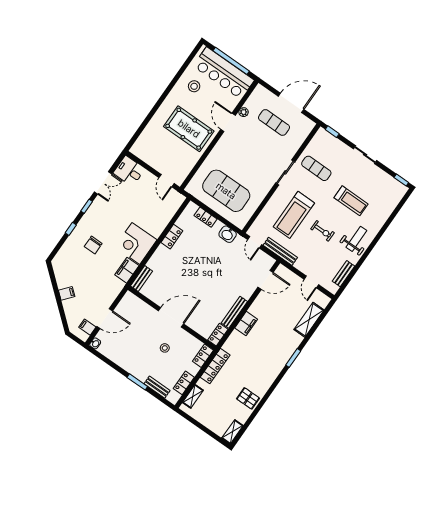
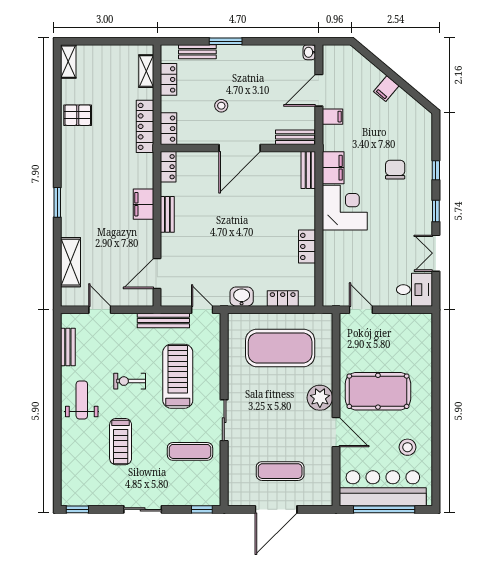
plant: (244, 112) -> (320, 398), moved, width x1.88, depth x1.88
treadmill: (351, 201) -> (121, 442), turned -90
weight bench: (356, 239) -> (82, 400), turned 180
bench: (136, 302) -> (295, 137), added
bench: (234, 312) -> (167, 214), width x0.73
filing cabinet: (87, 327) -> (332, 117), moved

